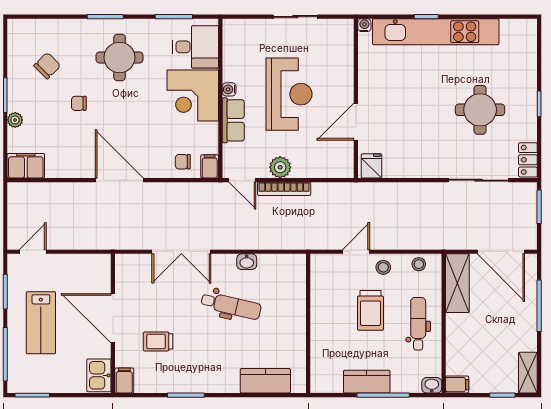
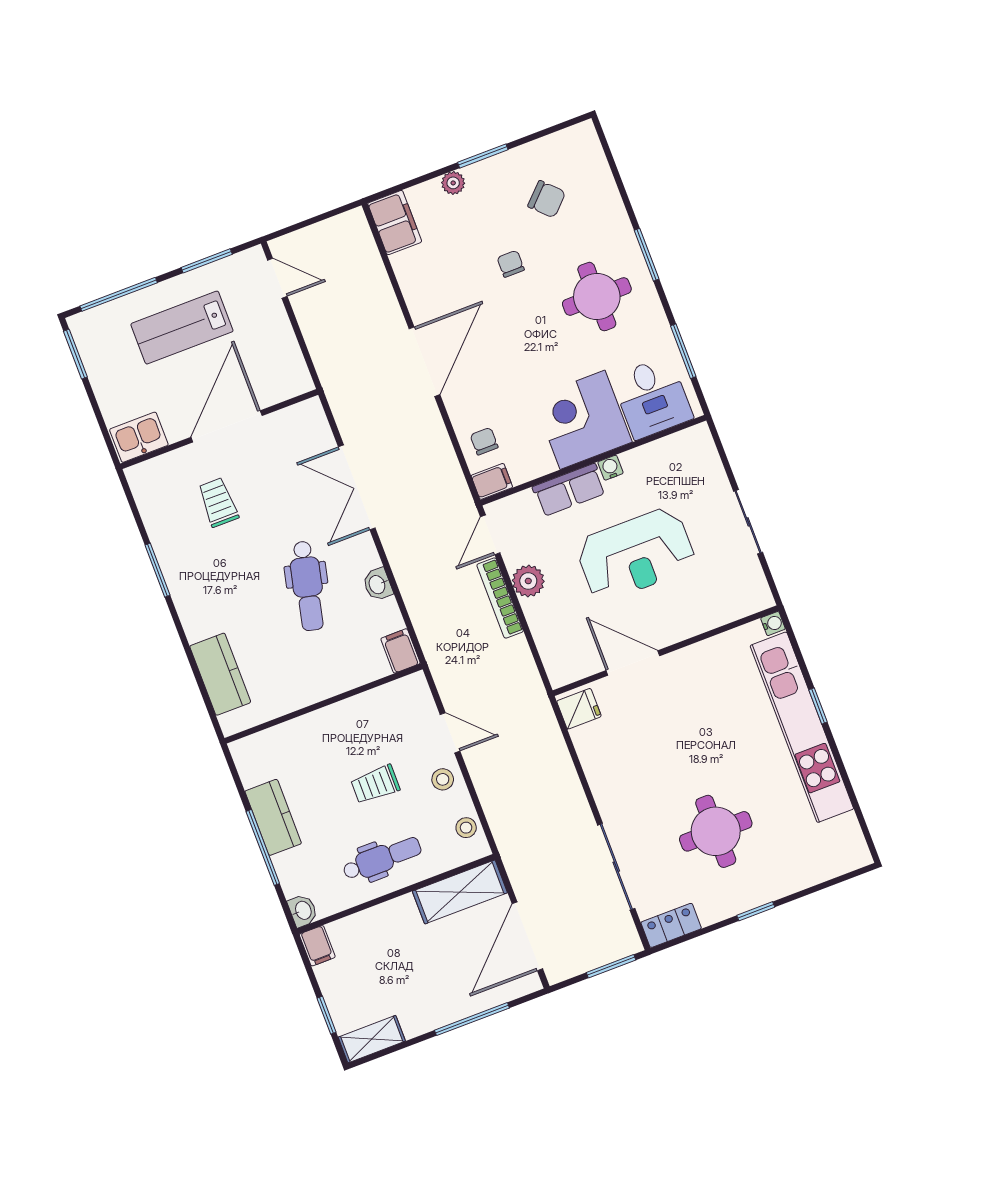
trolley: (370, 310) -> (375, 784), width x0.73, depth x0.72
filing cabinet: (124, 381) -> (400, 651), moved, turned -90

